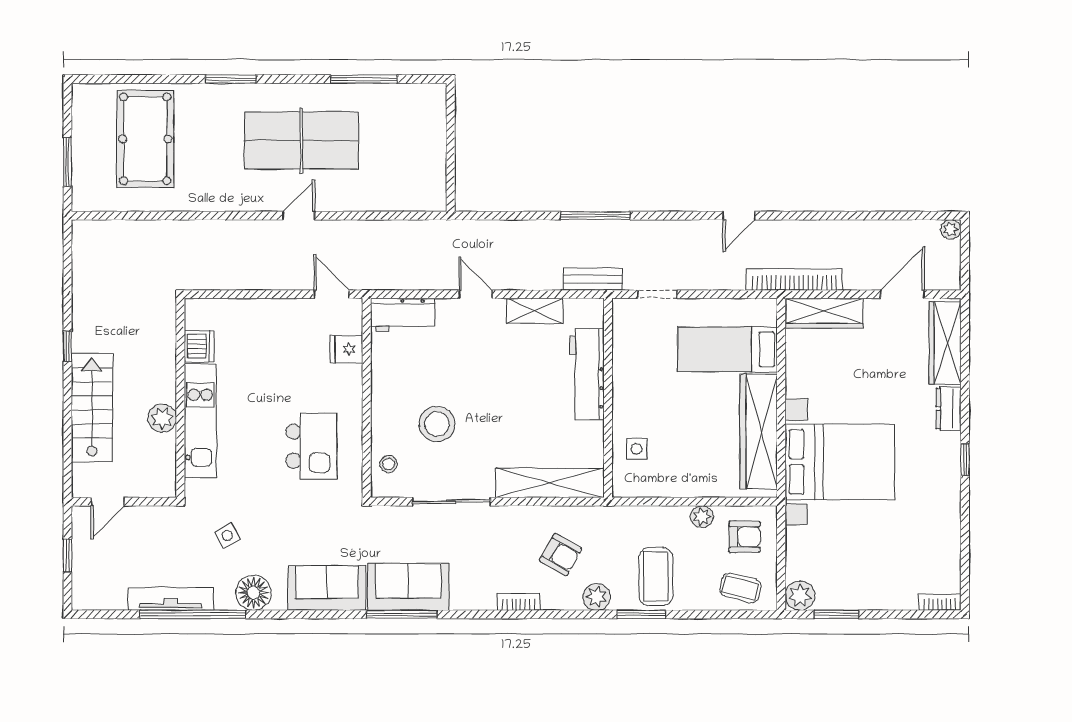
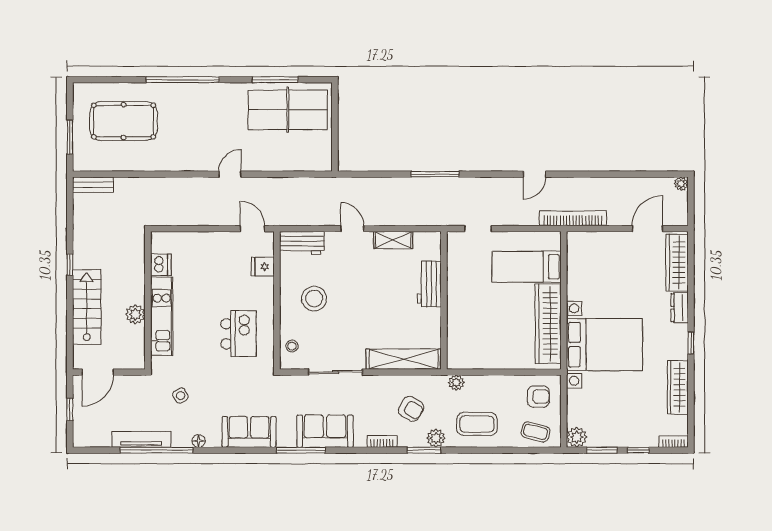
window: (230, 79) -> (183, 80), width x2.11
pool table: (145, 139) -> (124, 121), turned 90
table tennis table: (301, 140) -> (288, 110), moved
bench: (593, 279) -> (93, 185), moved
wardrobe: (824, 313) -> (678, 387), moved, turned 90
workbench: (587, 374) -> (429, 284), width x0.73
stool: (437, 424) -> (314, 299), moved
side table: (637, 449) -> (464, 336), removed
door: (108, 502) -> (98, 372), width x1.38
plant: (702, 517) -> (456, 383), moved
coffee table: (656, 577) -> (477, 424), turned 90
sofa: (408, 587) -> (325, 431), moved
floor lamp: (254, 593) -> (199, 441), width x0.53, depth x0.53
window: (641, 614) -> (424, 450), moved
window: (889, 614) -> (638, 450), added

